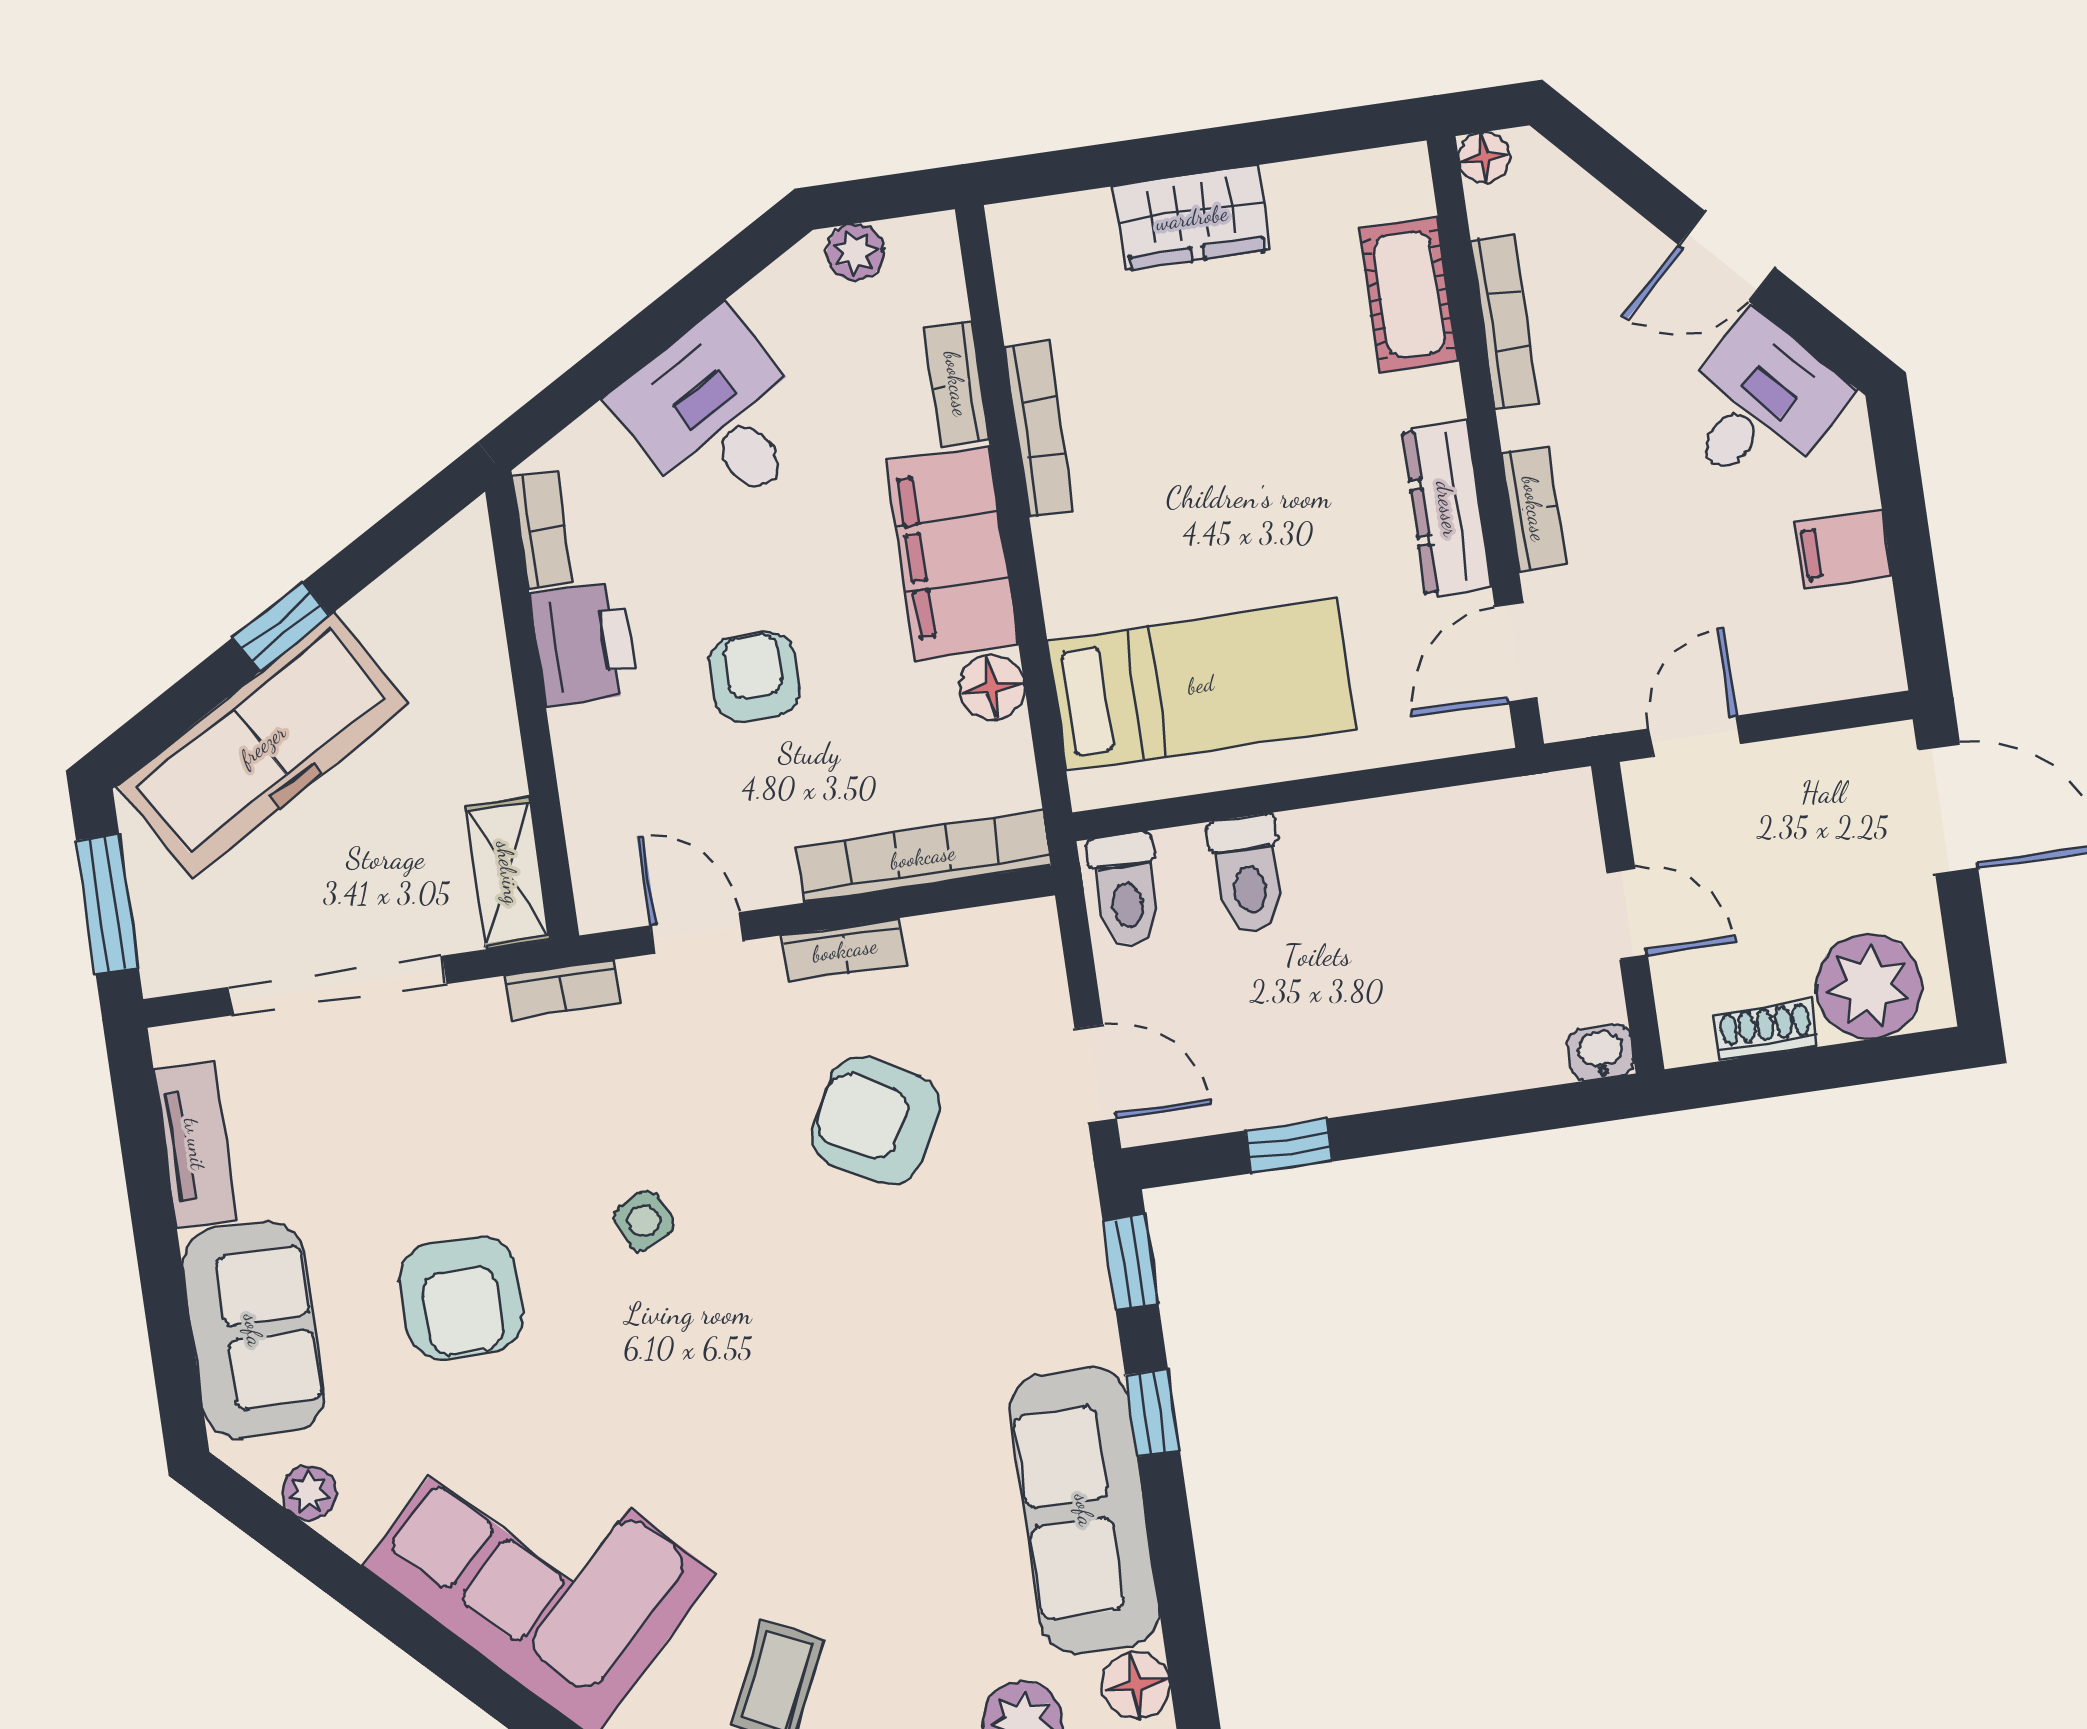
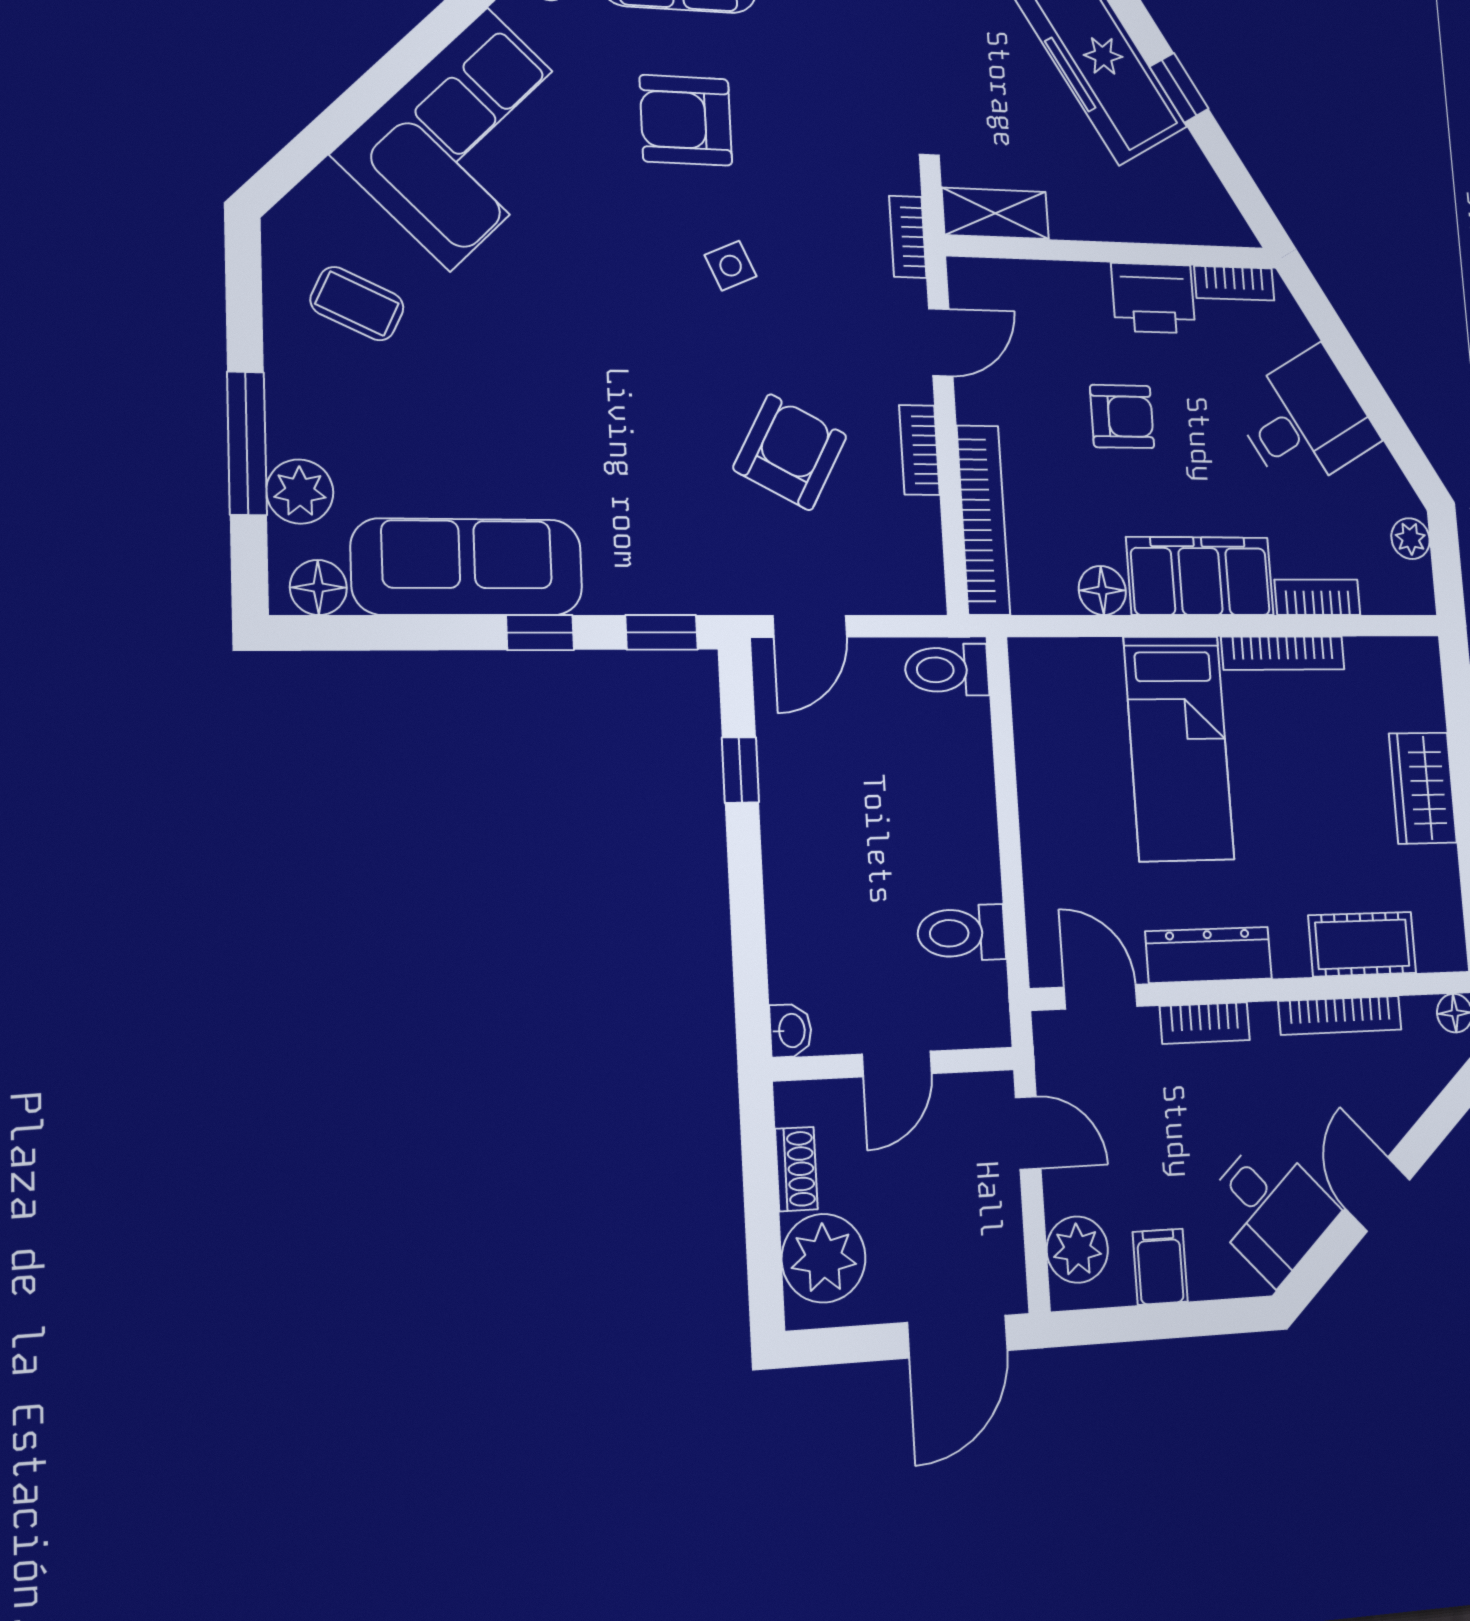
plant: (1831, 661) -> (1077, 1250), added
bed: (1201, 685) -> (1179, 748), moved
toilet: (1248, 874) -> (961, 933), moved

